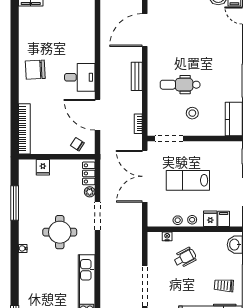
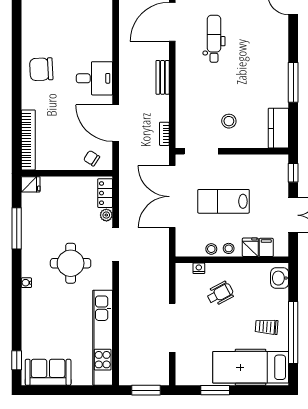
dental chair: (180, 85) -> (214, 39), moved, turned 90
fridge: (43, 167) -> (31, 184), moved, turned -90

